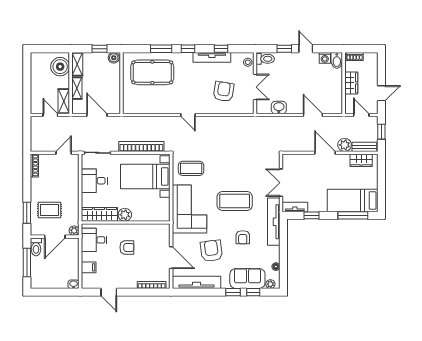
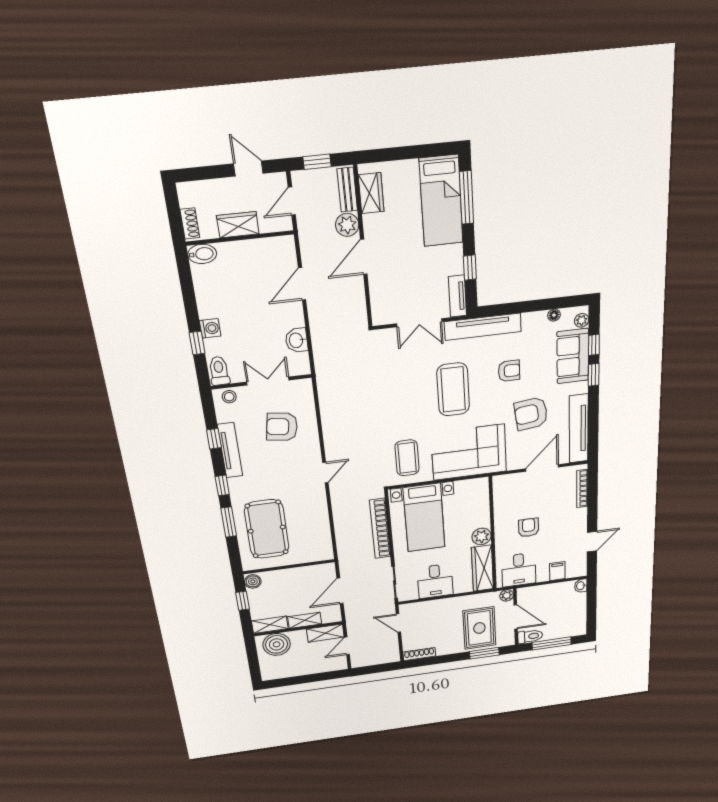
door: (306, 49) -> (191, 308), removed
washing machine: (325, 58) -> (210, 328), moved
rug: (50, 210) -> (479, 628), width x1.36, depth x1.43

